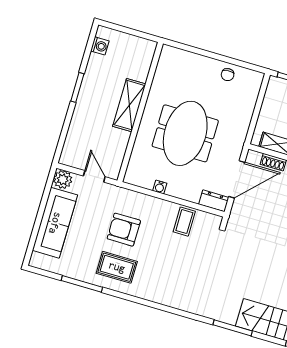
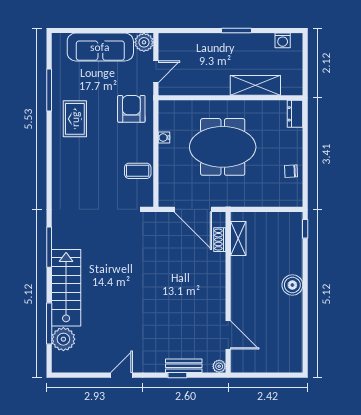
shelving: (129, 105) -> (255, 85), moved
dresser: (214, 201) -> (295, 114), moved, turned 180
armchair: (124, 230) -> (131, 109), moved

